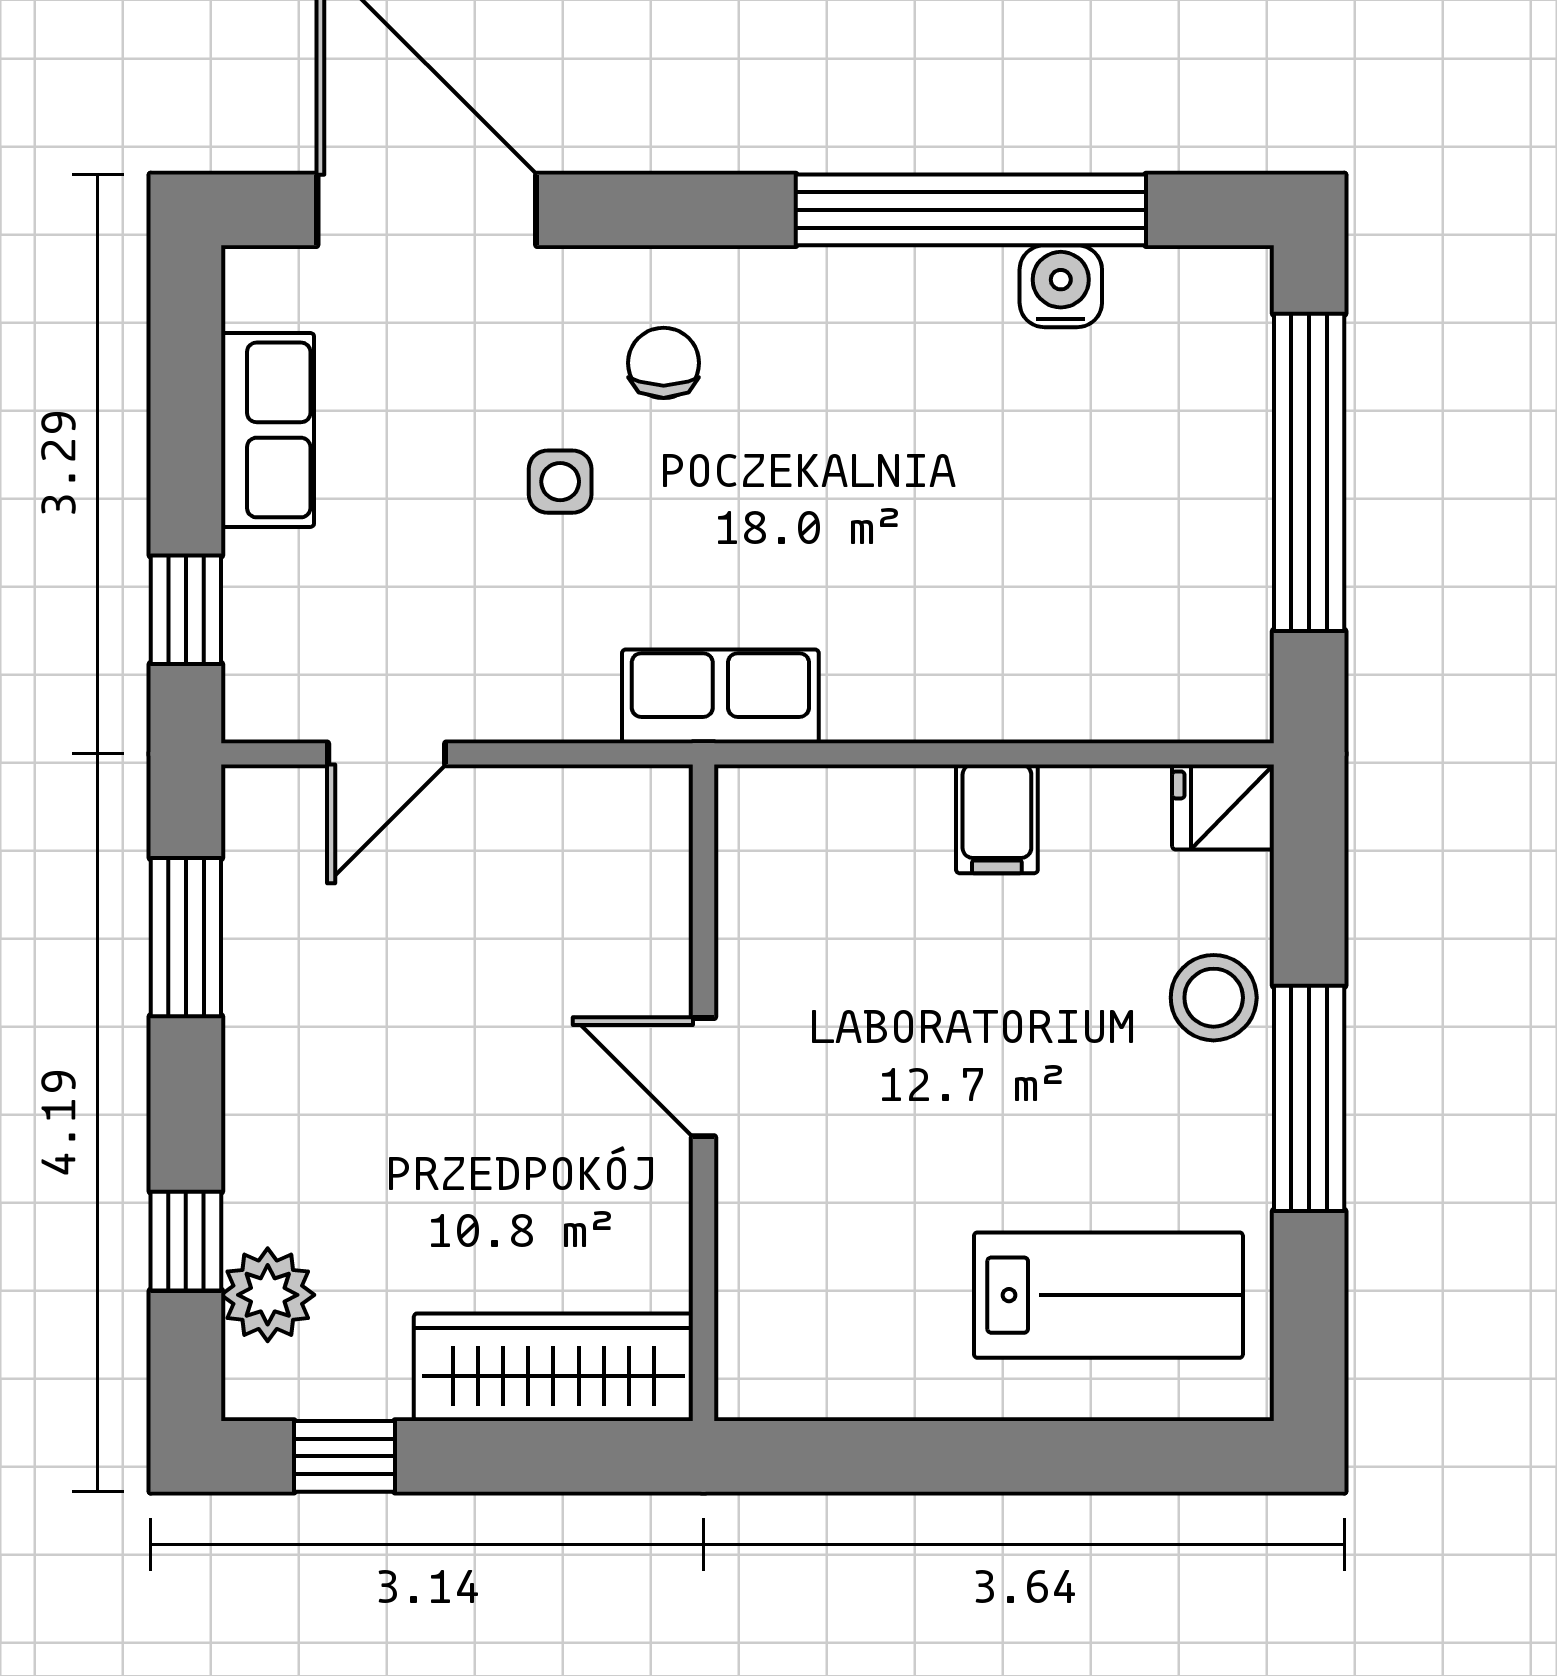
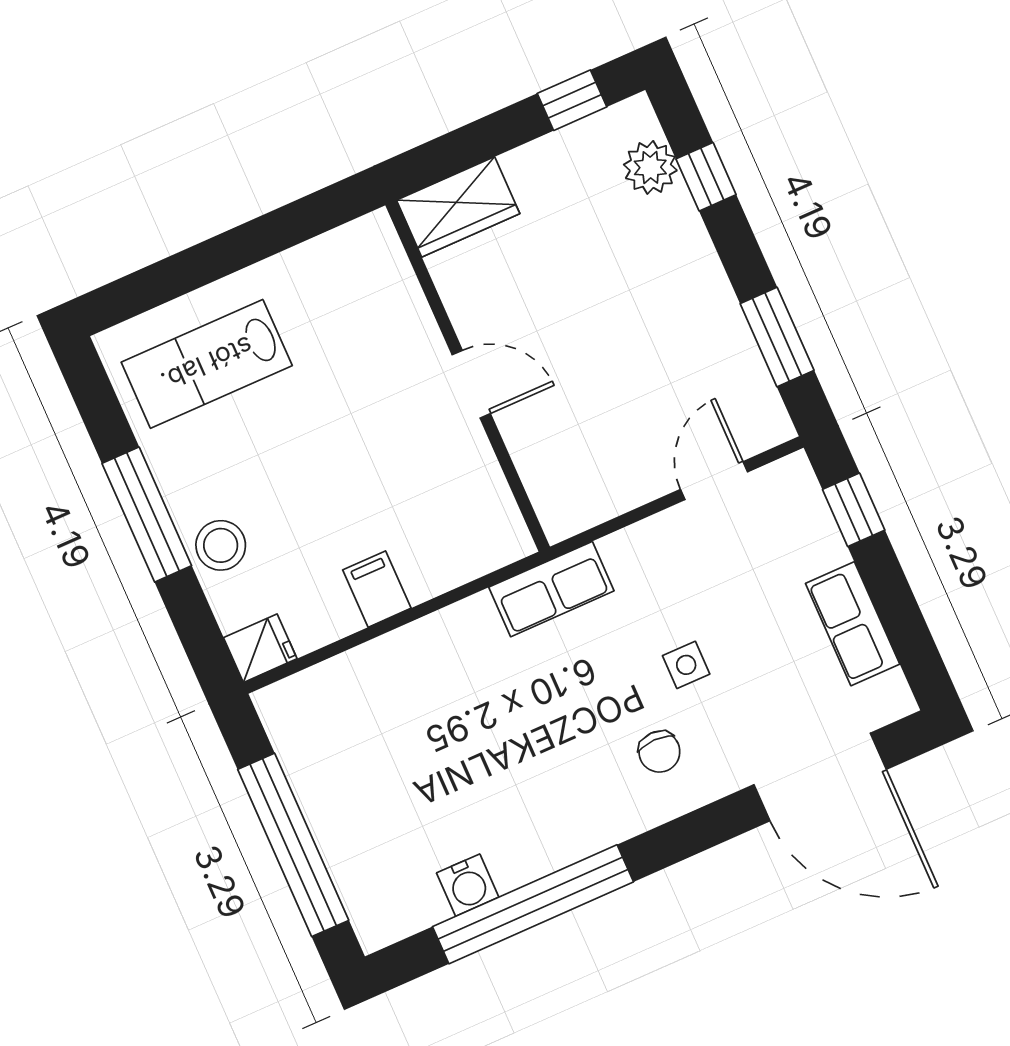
wardrobe: (553, 1367) -> (458, 207), width x0.67

